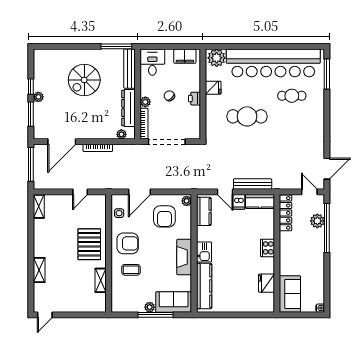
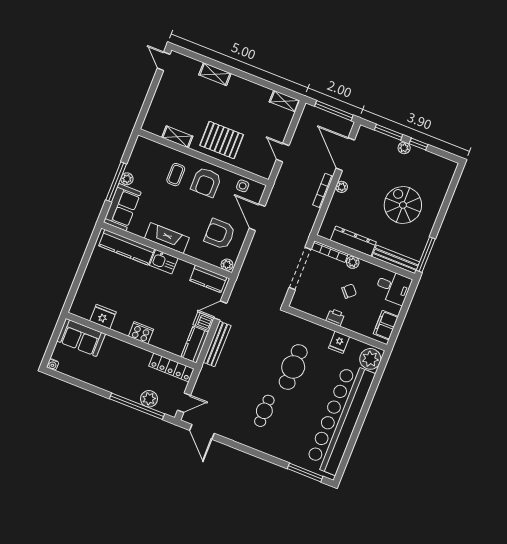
cafe table: (292, 96) -> (264, 411), moved
plant: (121, 134) -> (342, 187), moved

